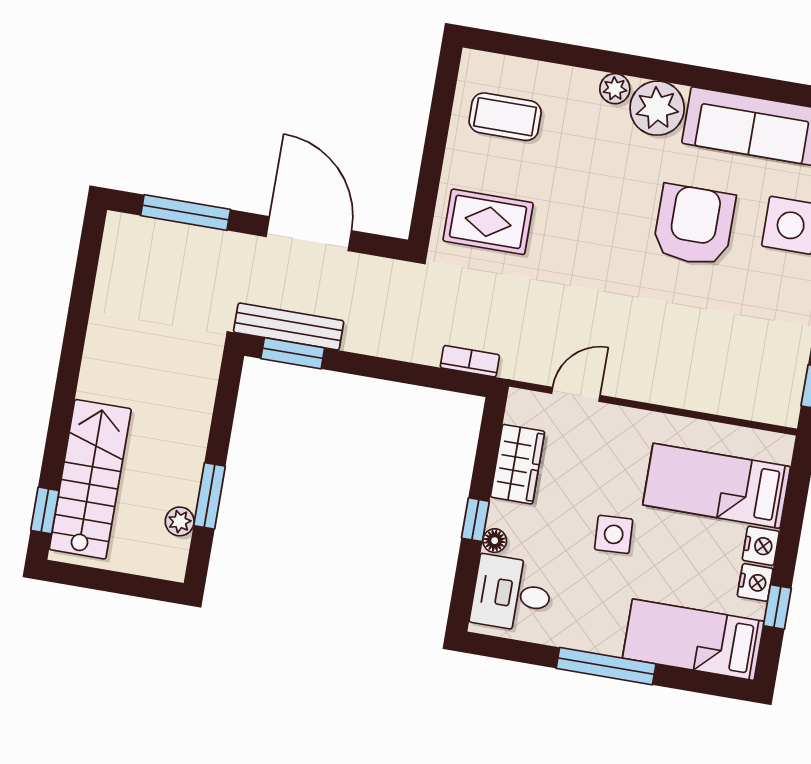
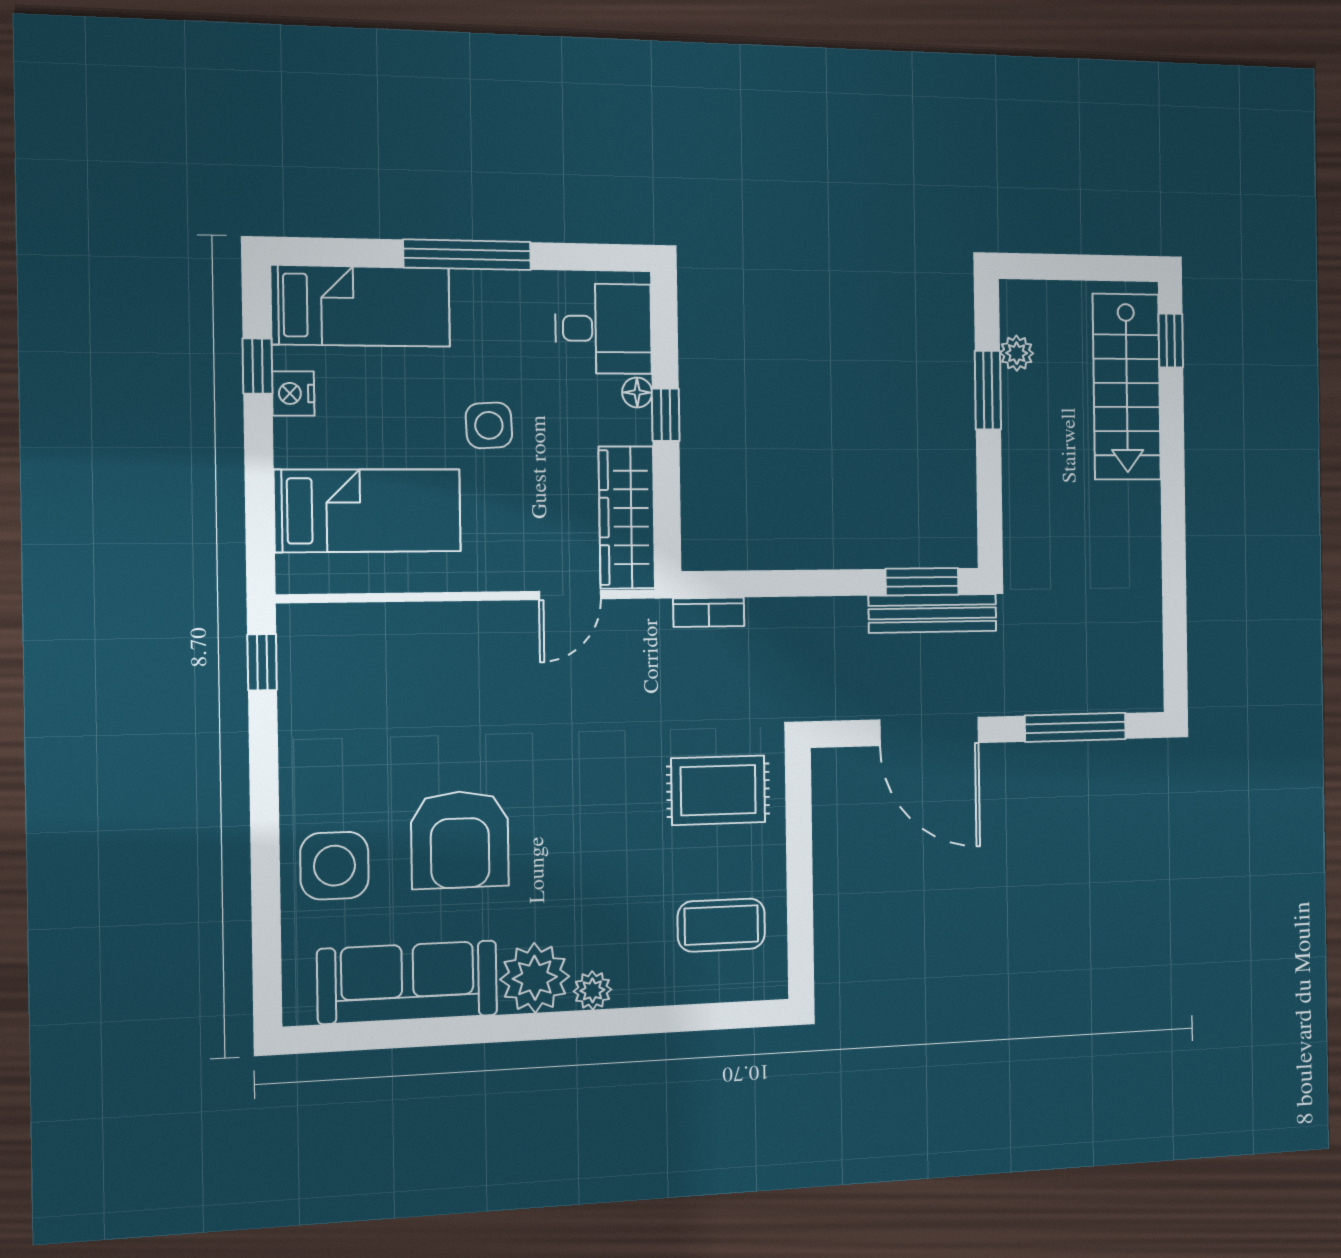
wardrobe: (518, 464) -> (627, 517), width x1.50
nightstand: (761, 546) -> (295, 443), removed

